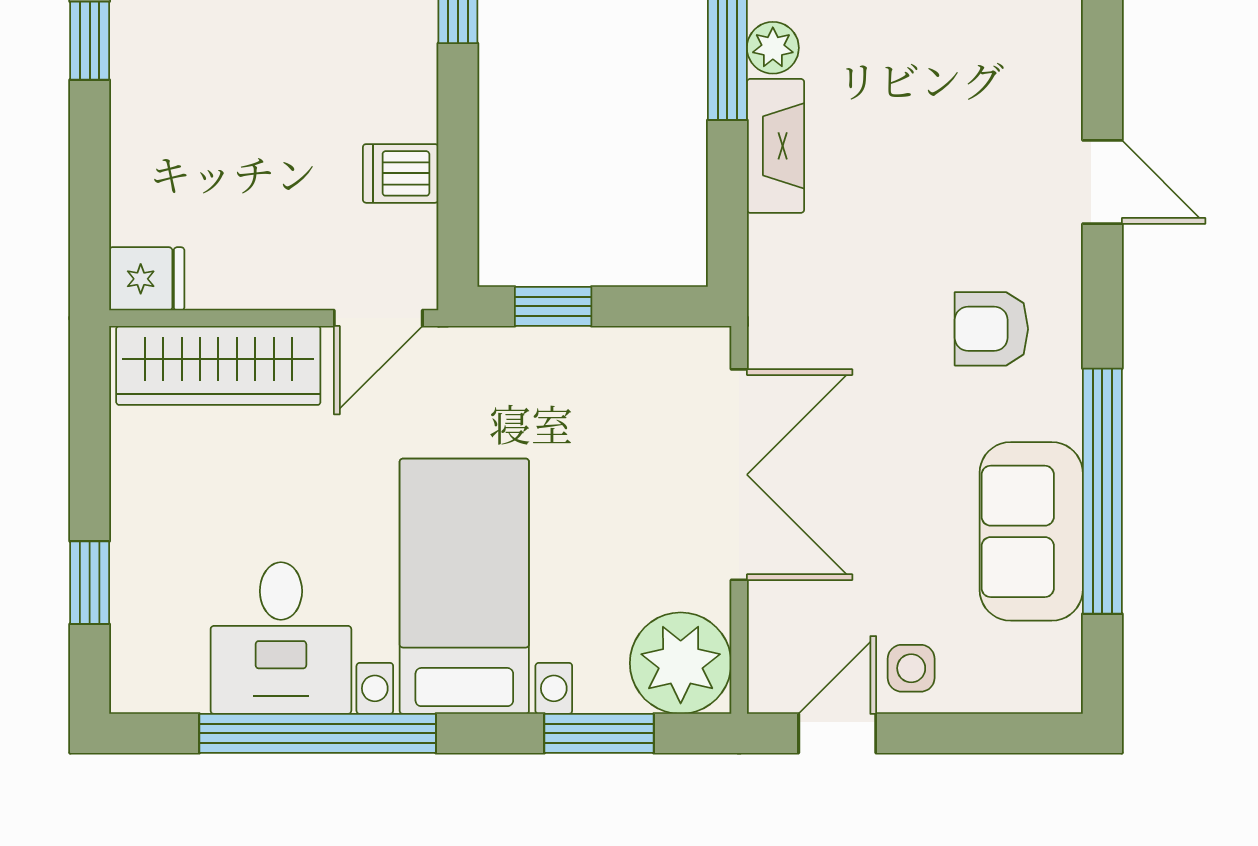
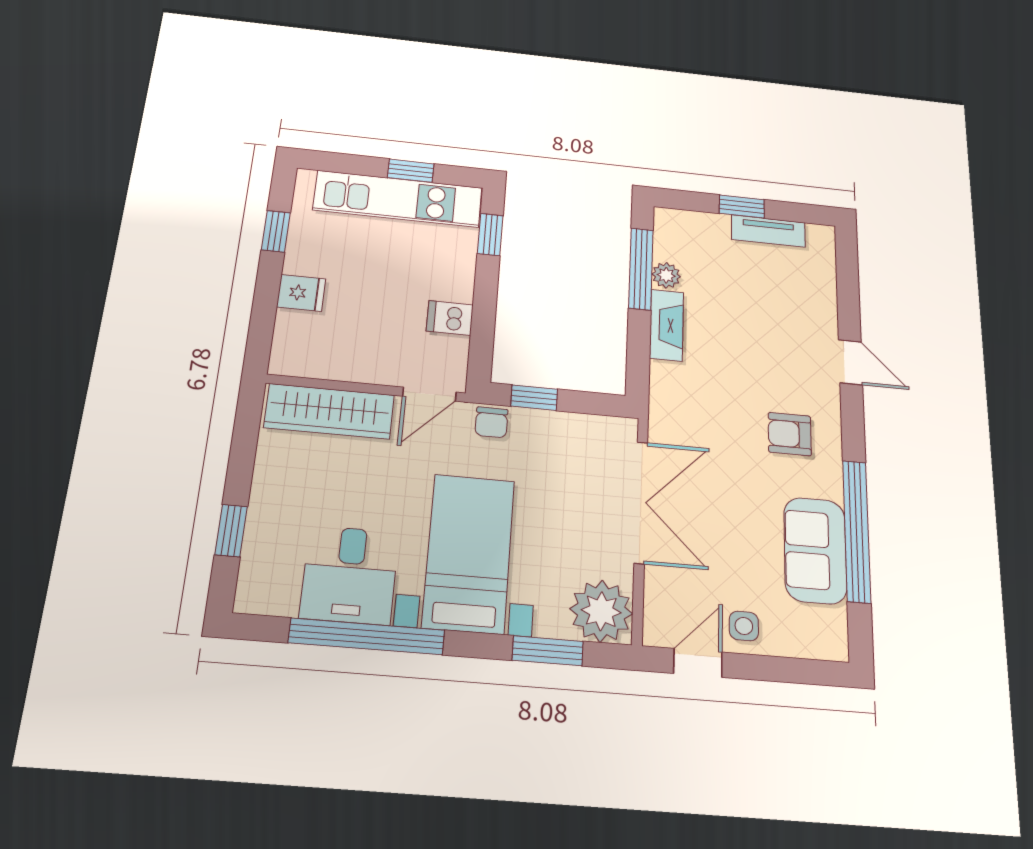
fridge: (147, 279) -> (301, 293), moved
chair: (485, 358) -> (491, 422), added

